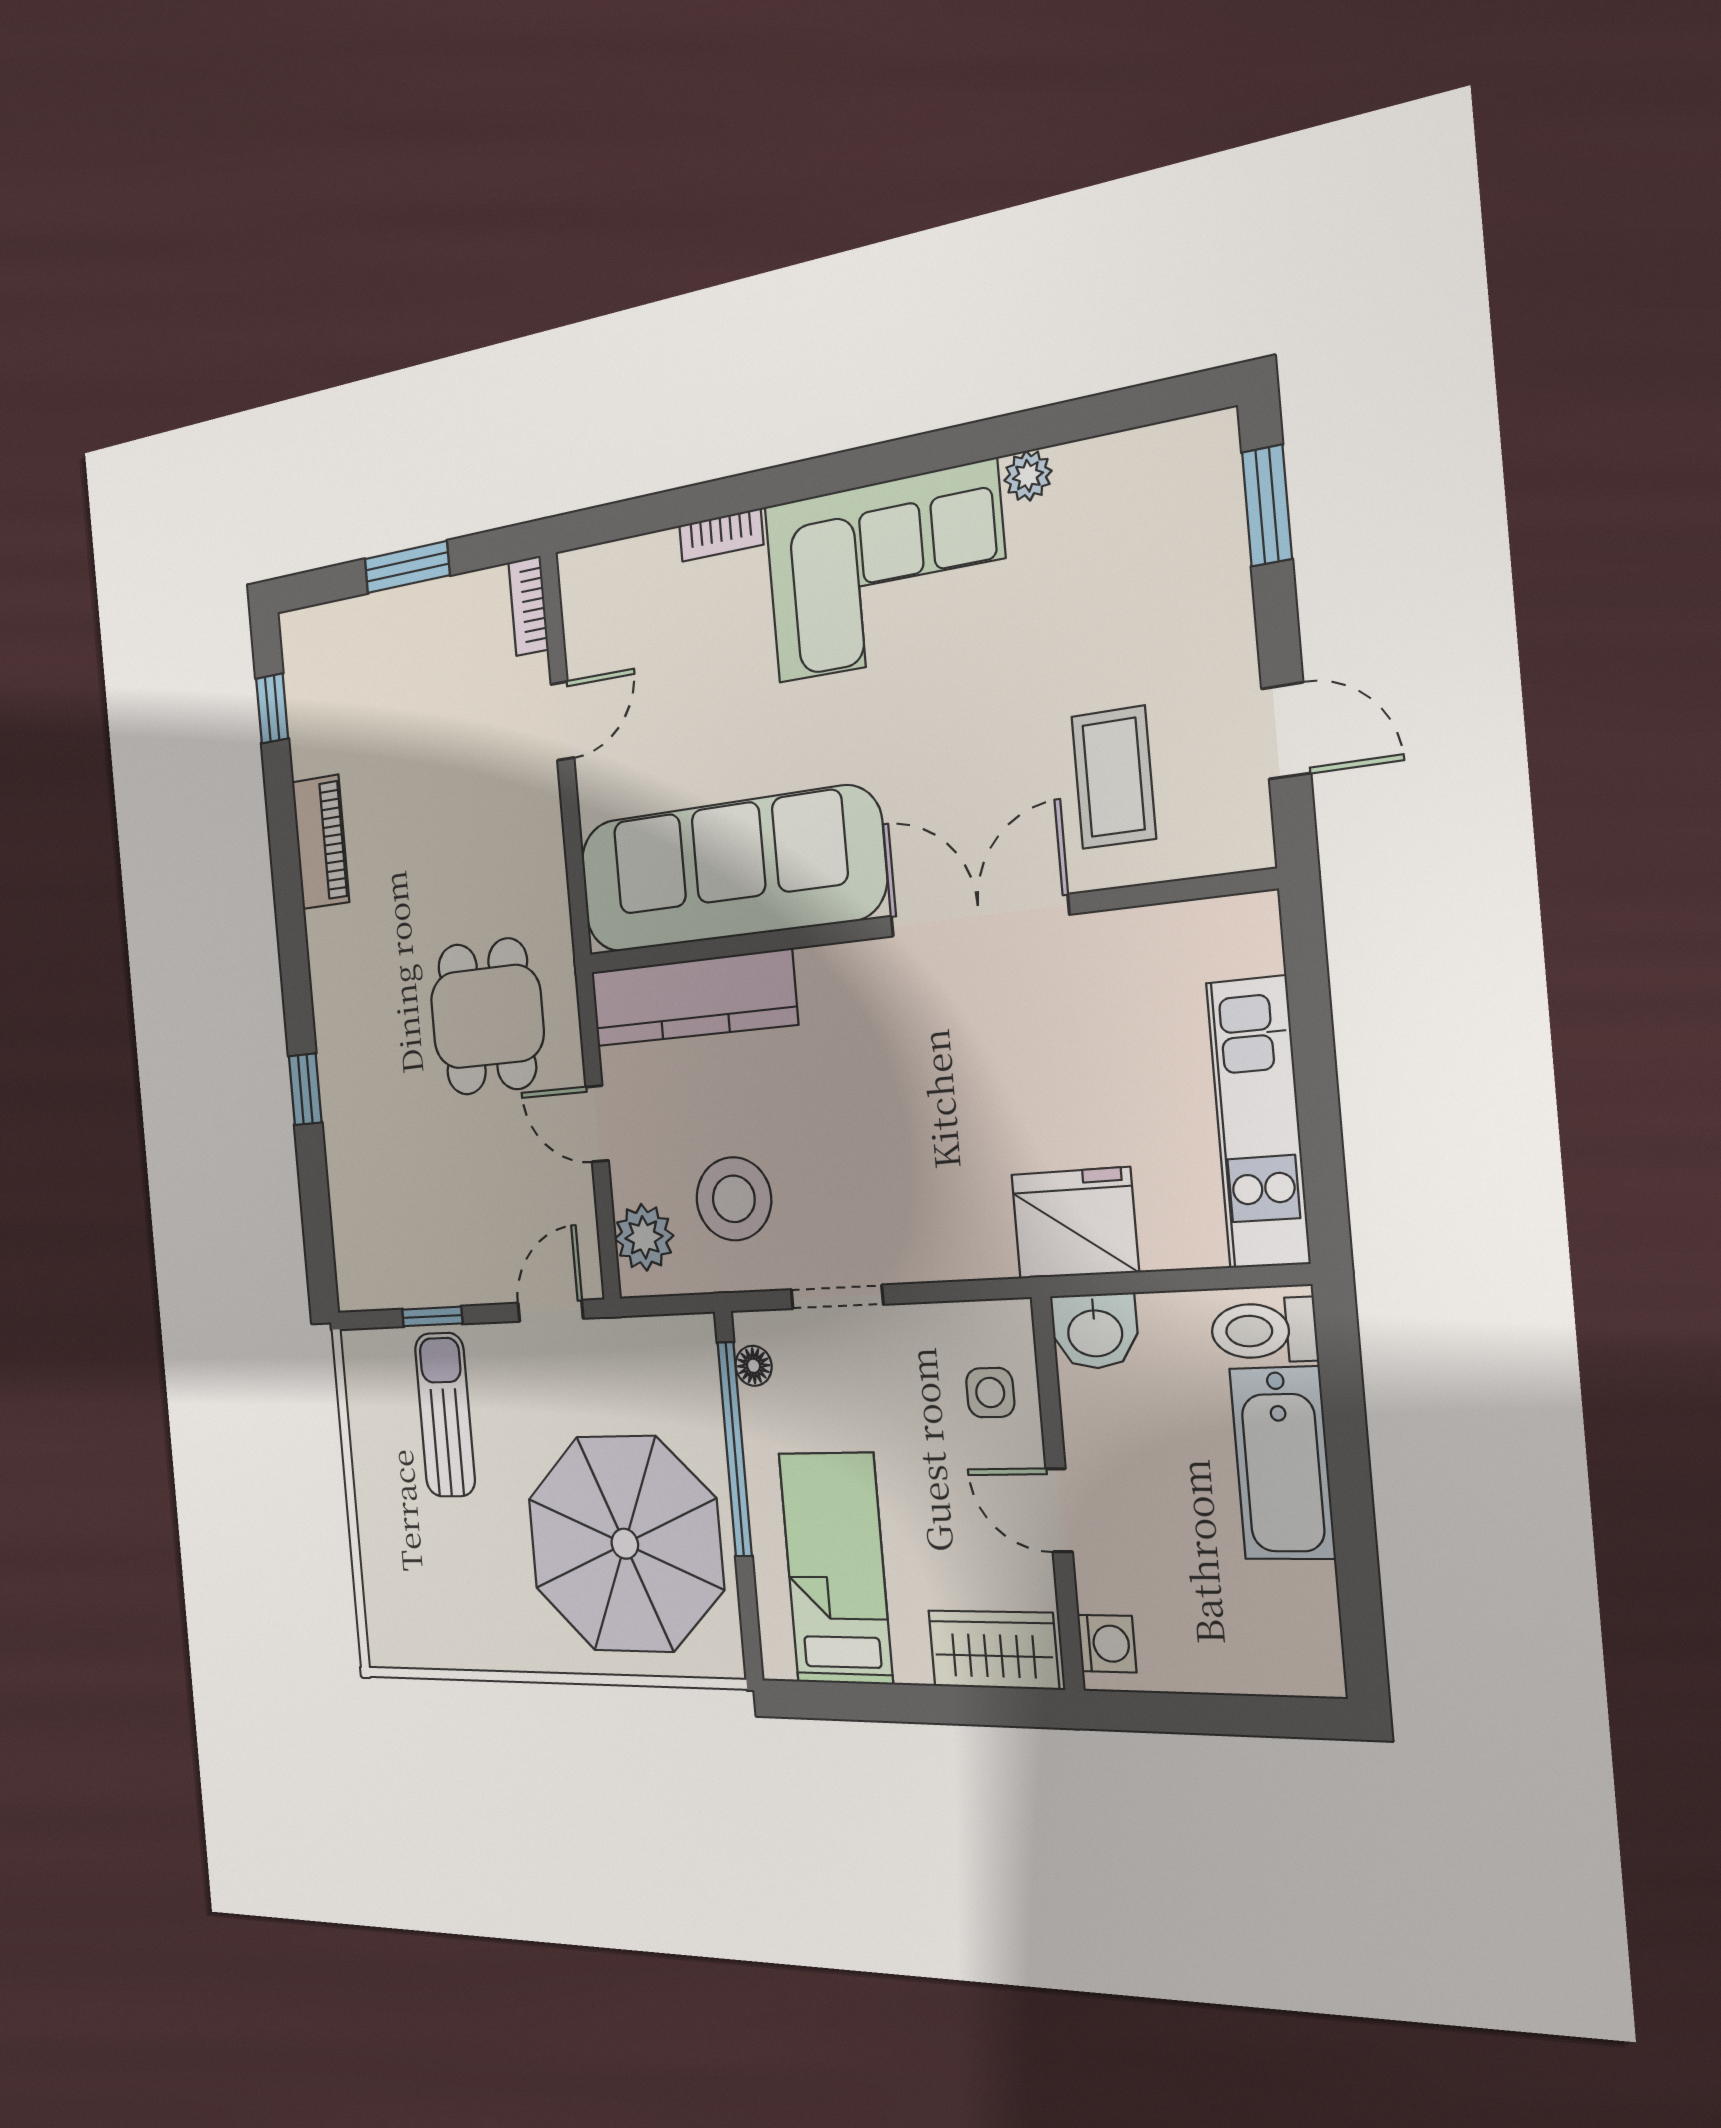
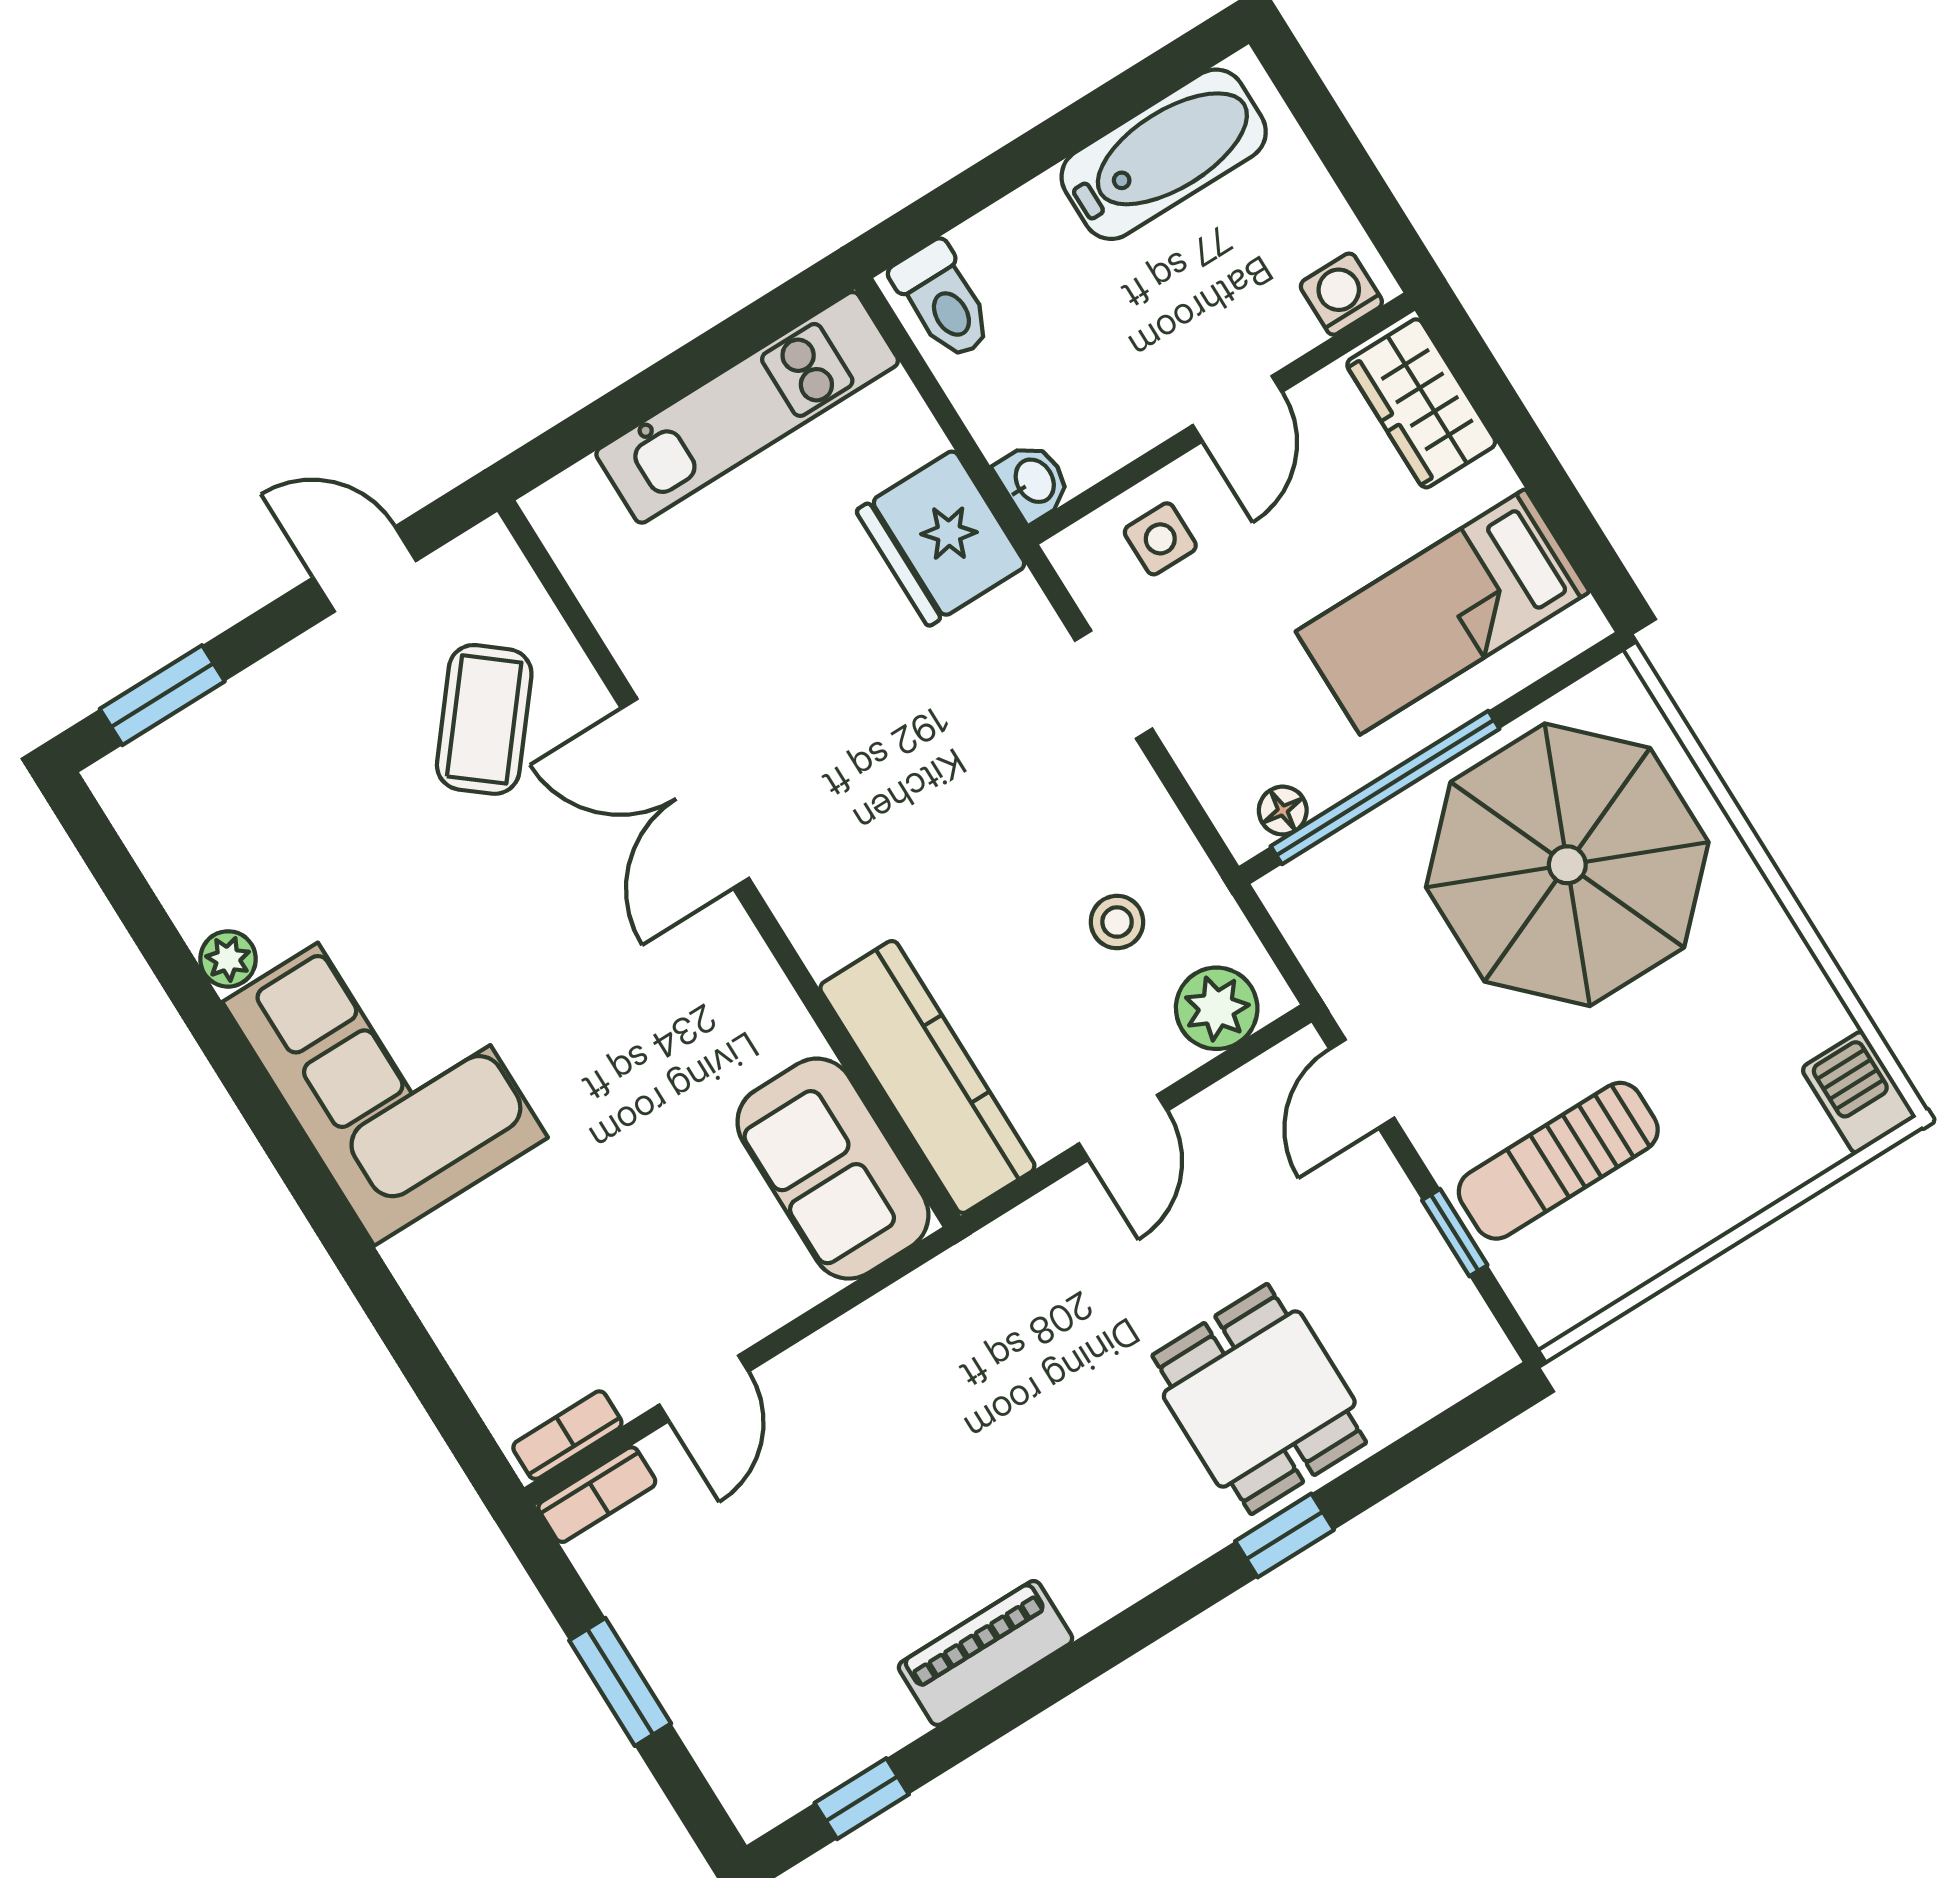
bookcase: (721, 535) -> (567, 1435), moved, turned -90
door: (562, 721) -> (704, 1388), swing flipped
door: (1286, 731) -> (365, 569), hinge flipped
coffee table: (1114, 777) -> (484, 719), turned -51
sofa: (730, 870) -> (833, 1169), width x0.54, depth x0.79
dining table: (487, 1017) -> (1259, 1399), moved, turned 90
stool: (734, 1199) -> (1117, 922), width x0.53, depth x0.53
doorway: (837, 1297) -> (1114, 685), moved
door: (550, 1311) -> (1362, 1084), hinge flipped
washbasin: (1095, 1331) -> (1033, 482), width x0.72, depth x0.69
bathtub: (1282, 1463) -> (1164, 154), moved
barbecue: (399, 1641) -> (1858, 1092), added

